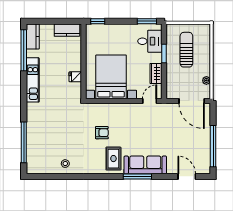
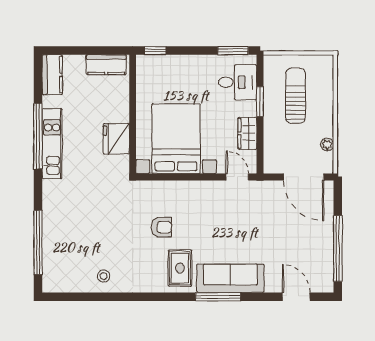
window: (24, 50) -> (38, 136), moved
fridge: (75, 77) -> (116, 139), width x1.88, depth x1.34
door: (150, 101) -> (237, 177), hinge flipped

